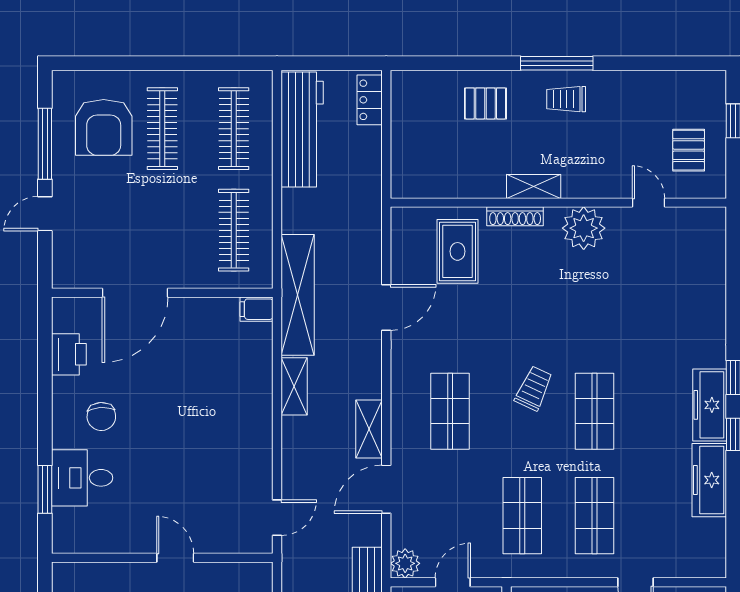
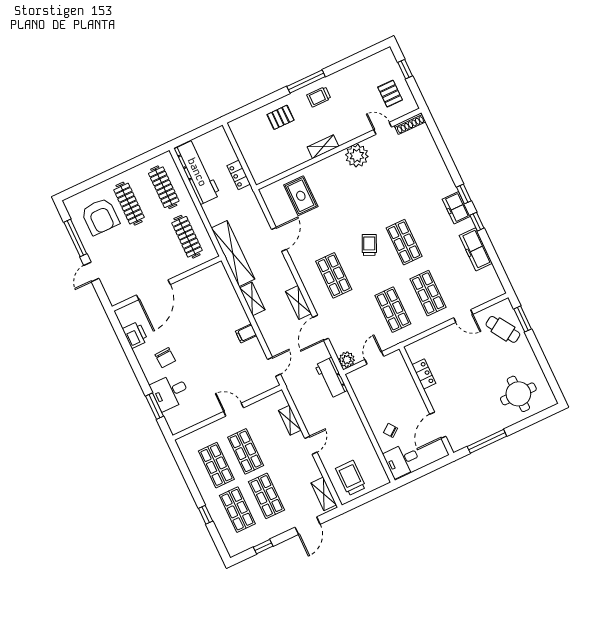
locker: (370, 100) -> (239, 175), moved
shoe rack: (515, 216) -> (410, 124), moved
filing cabinet: (256, 309) -> (246, 333), moved
freezer: (710, 405) -> (456, 208), width x0.71

